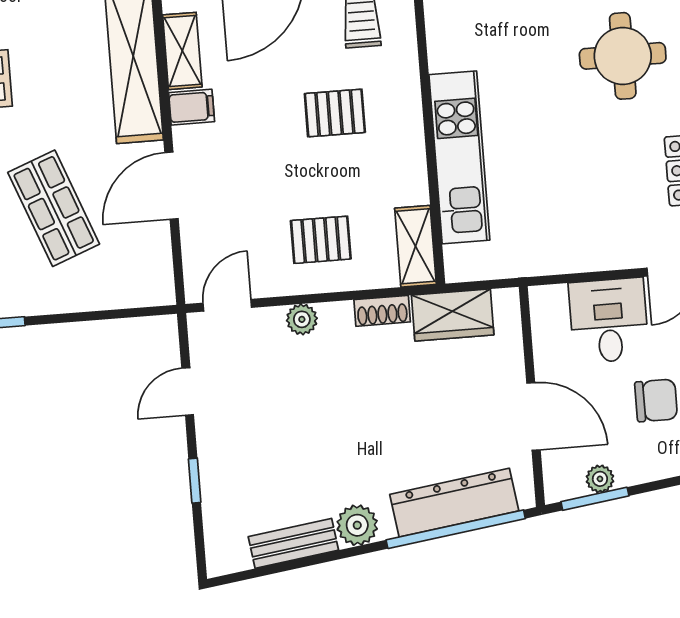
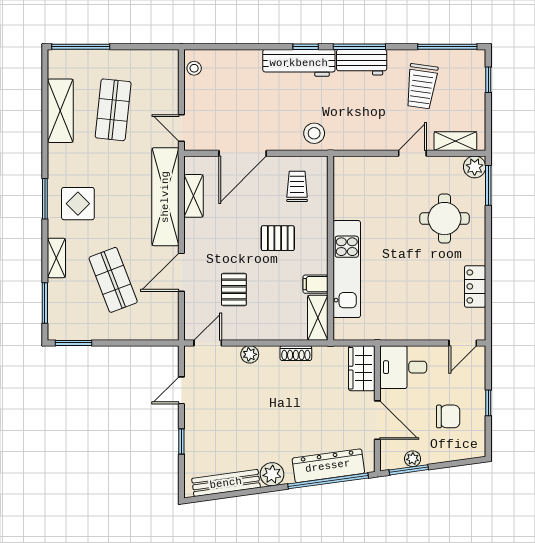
filing cabinet: (192, 107) -> (316, 284), moved, turned 180
pallet: (321, 240) -> (234, 290), moved, turned 90
wardrobe: (453, 315) -> (362, 368), moved, turned 90
desk: (609, 321) -> (403, 367), moved, turned -90
bench: (293, 543) -> (226, 483), width x1.36

